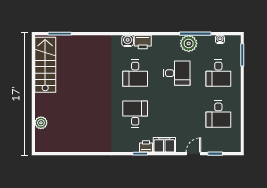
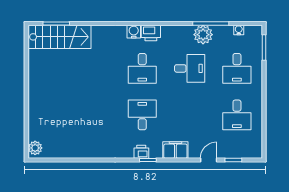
stairs: (45, 65) -> (59, 37), moved, turned 90
plant: (41, 123) -> (35, 148), moved
printer: (146, 146) -> (141, 152), moved

